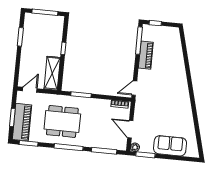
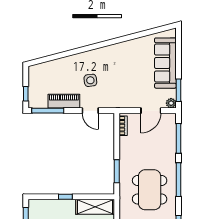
side table: (161, 80) -> (90, 80), added
door: (134, 88) -> (90, 111), moved
sofa: (170, 146) -> (165, 63), width x1.36

